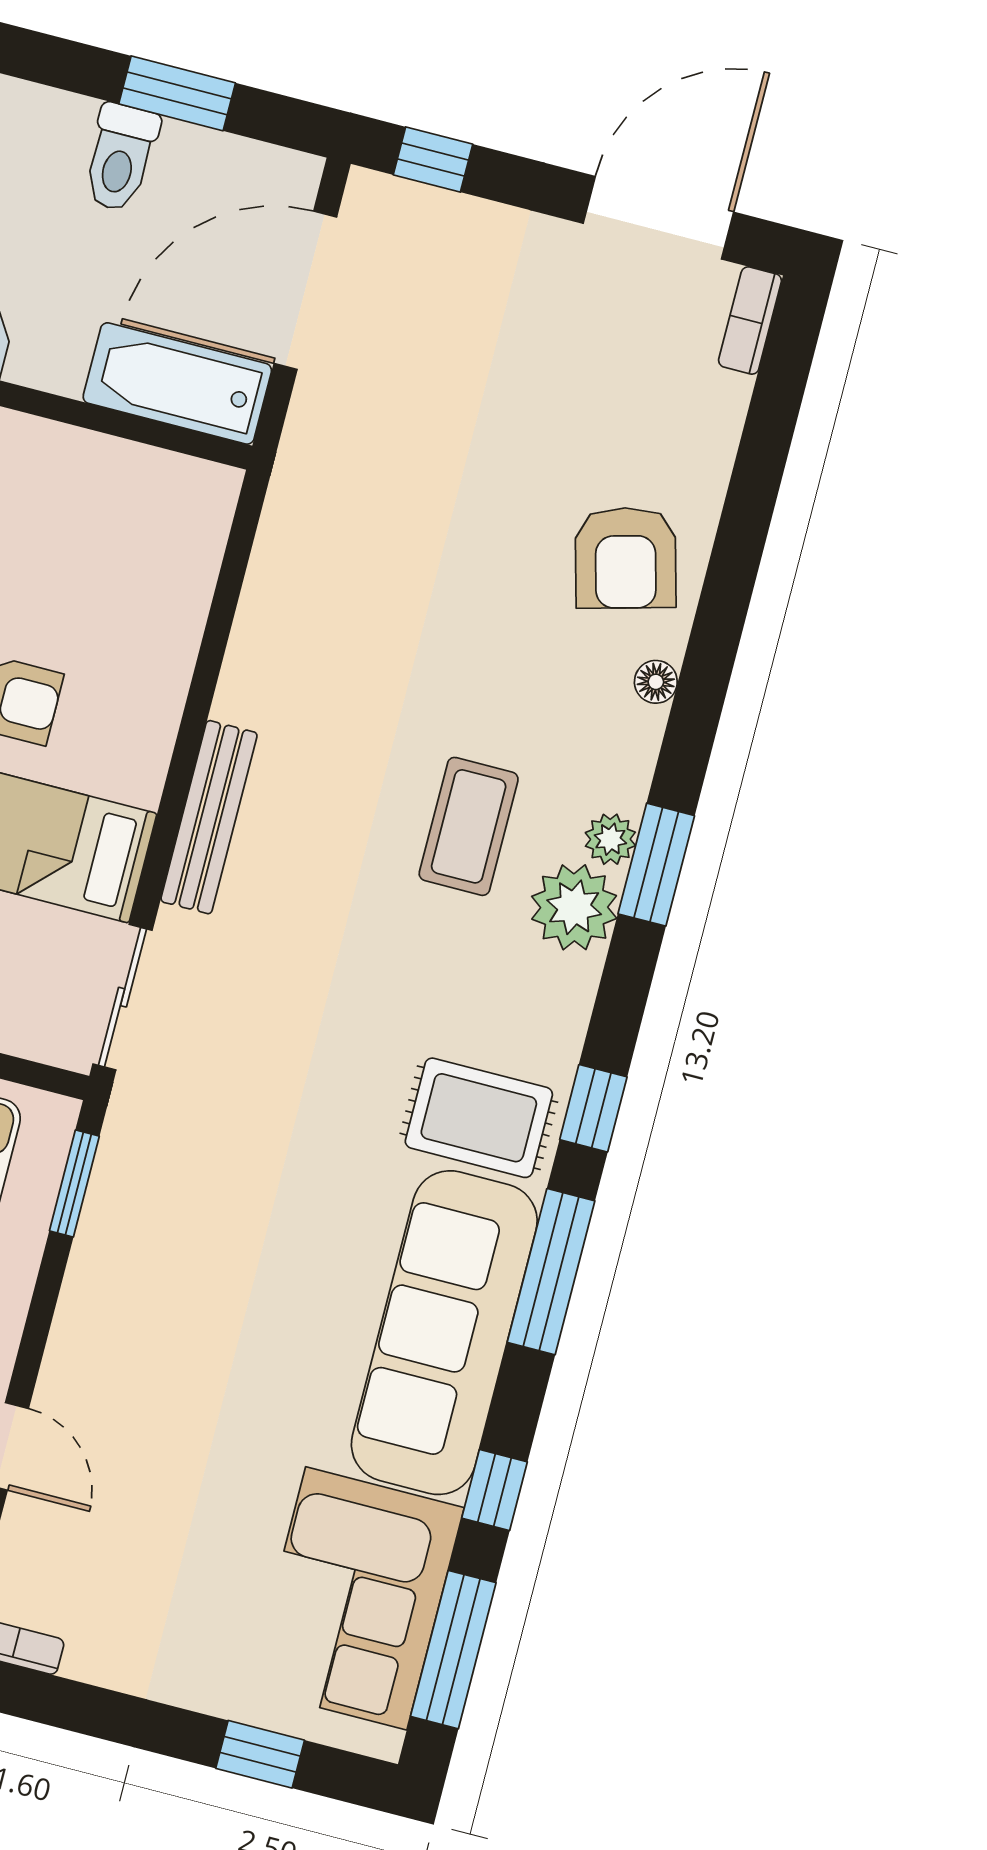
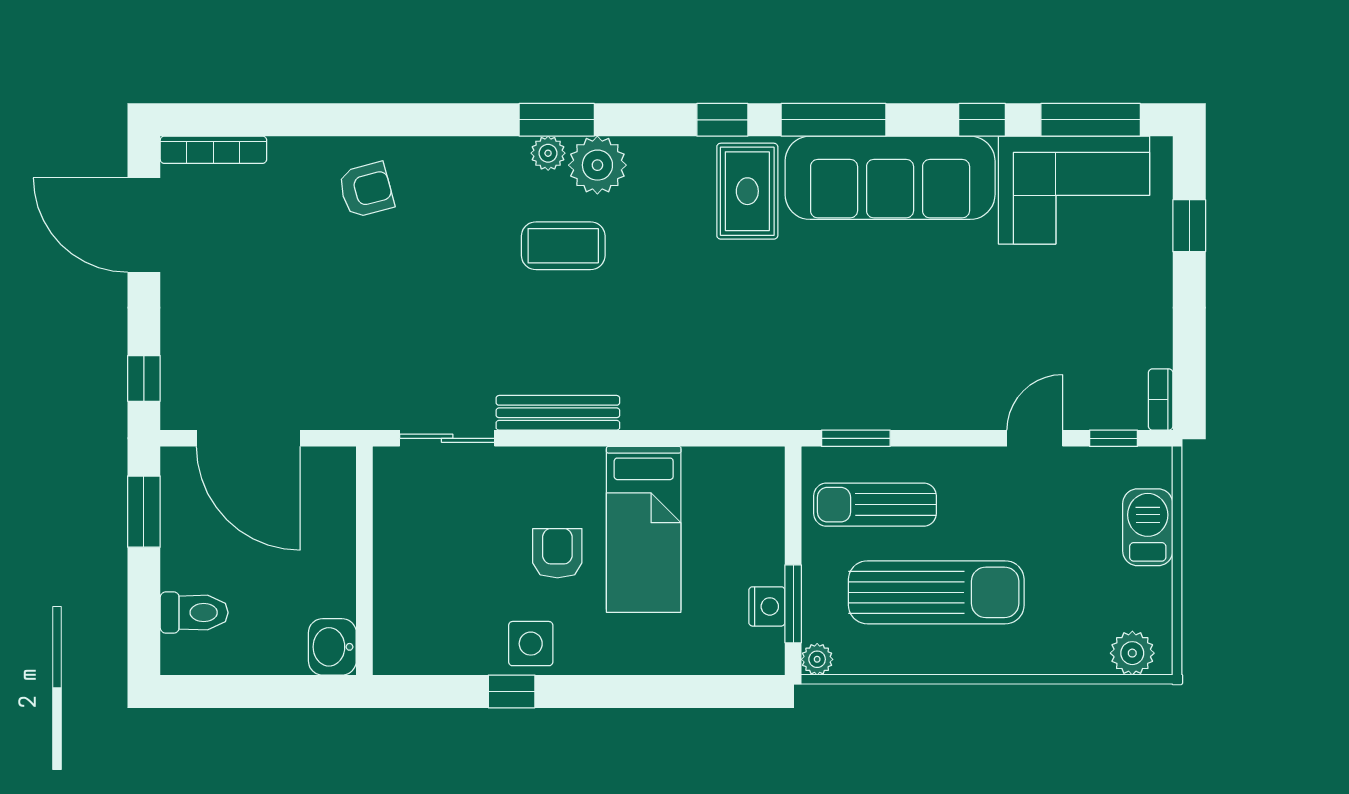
window: (177, 93) -> (144, 512), moved
toilet: (120, 158) -> (194, 613), moved
bookcase: (750, 320) -> (213, 150), width x1.56
bathtub: (177, 383) -> (329, 504), removed
armchair: (626, 558) -> (366, 190), width x0.72, depth x0.72
floor lamp: (656, 682) -> (440, 150), removed
bench: (209, 817) -> (558, 413), moved
sliding door: (122, 997) -> (447, 438), moved

